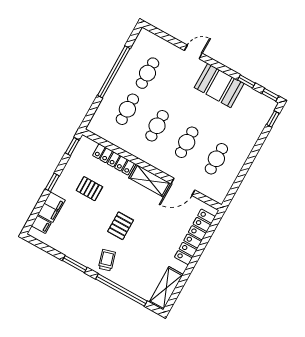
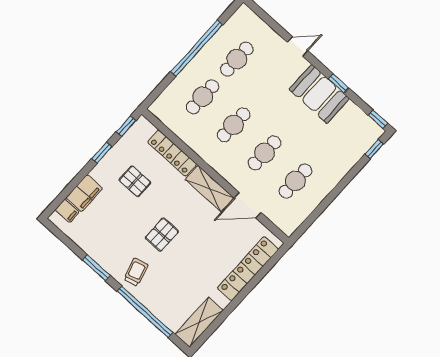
window: (246, 82) -> (339, 84), moved
window: (52, 182) -> (102, 153), moved

